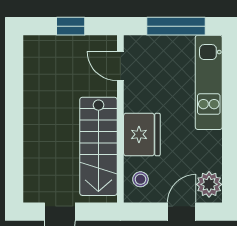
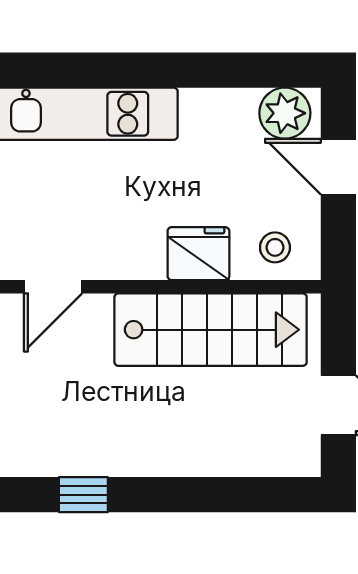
window: (14, 81) -> (83, 495), added
fridge: (142, 134) -> (198, 254), width x0.73, depth x0.75

